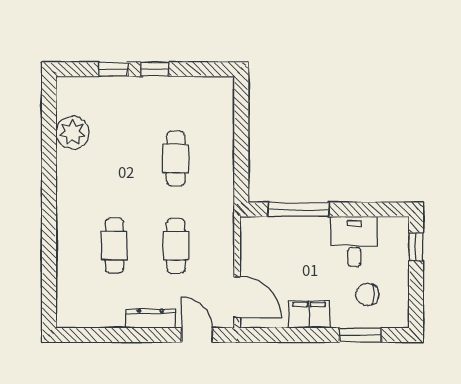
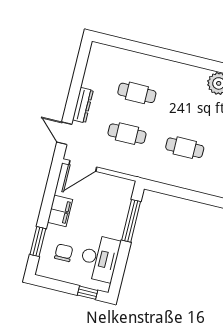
desk: (354, 241) -> (100, 258), width x1.37
door: (197, 335) -> (64, 133), swing flipped

